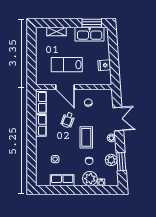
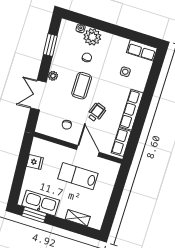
lab bench: (67, 65) -> (78, 176), turned 180
row of seats: (41, 125) -> (131, 110), width x1.48
plant: (111, 160) -> (61, 51), removed
row of seats: (62, 180) -> (142, 50), moved

